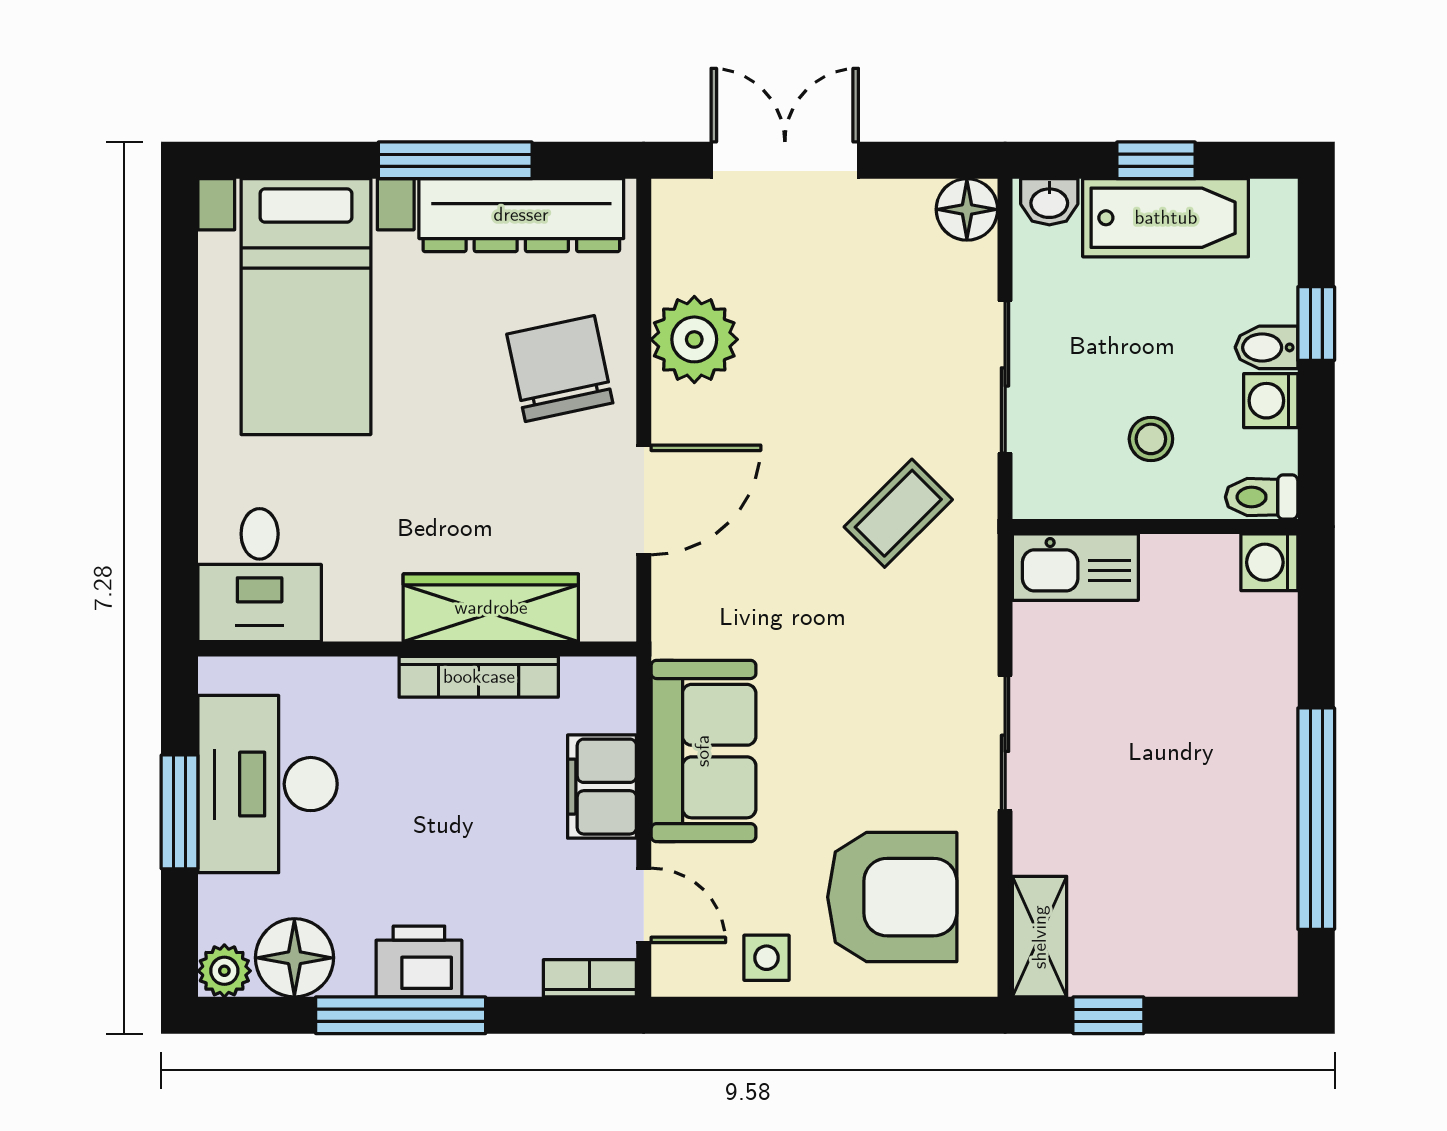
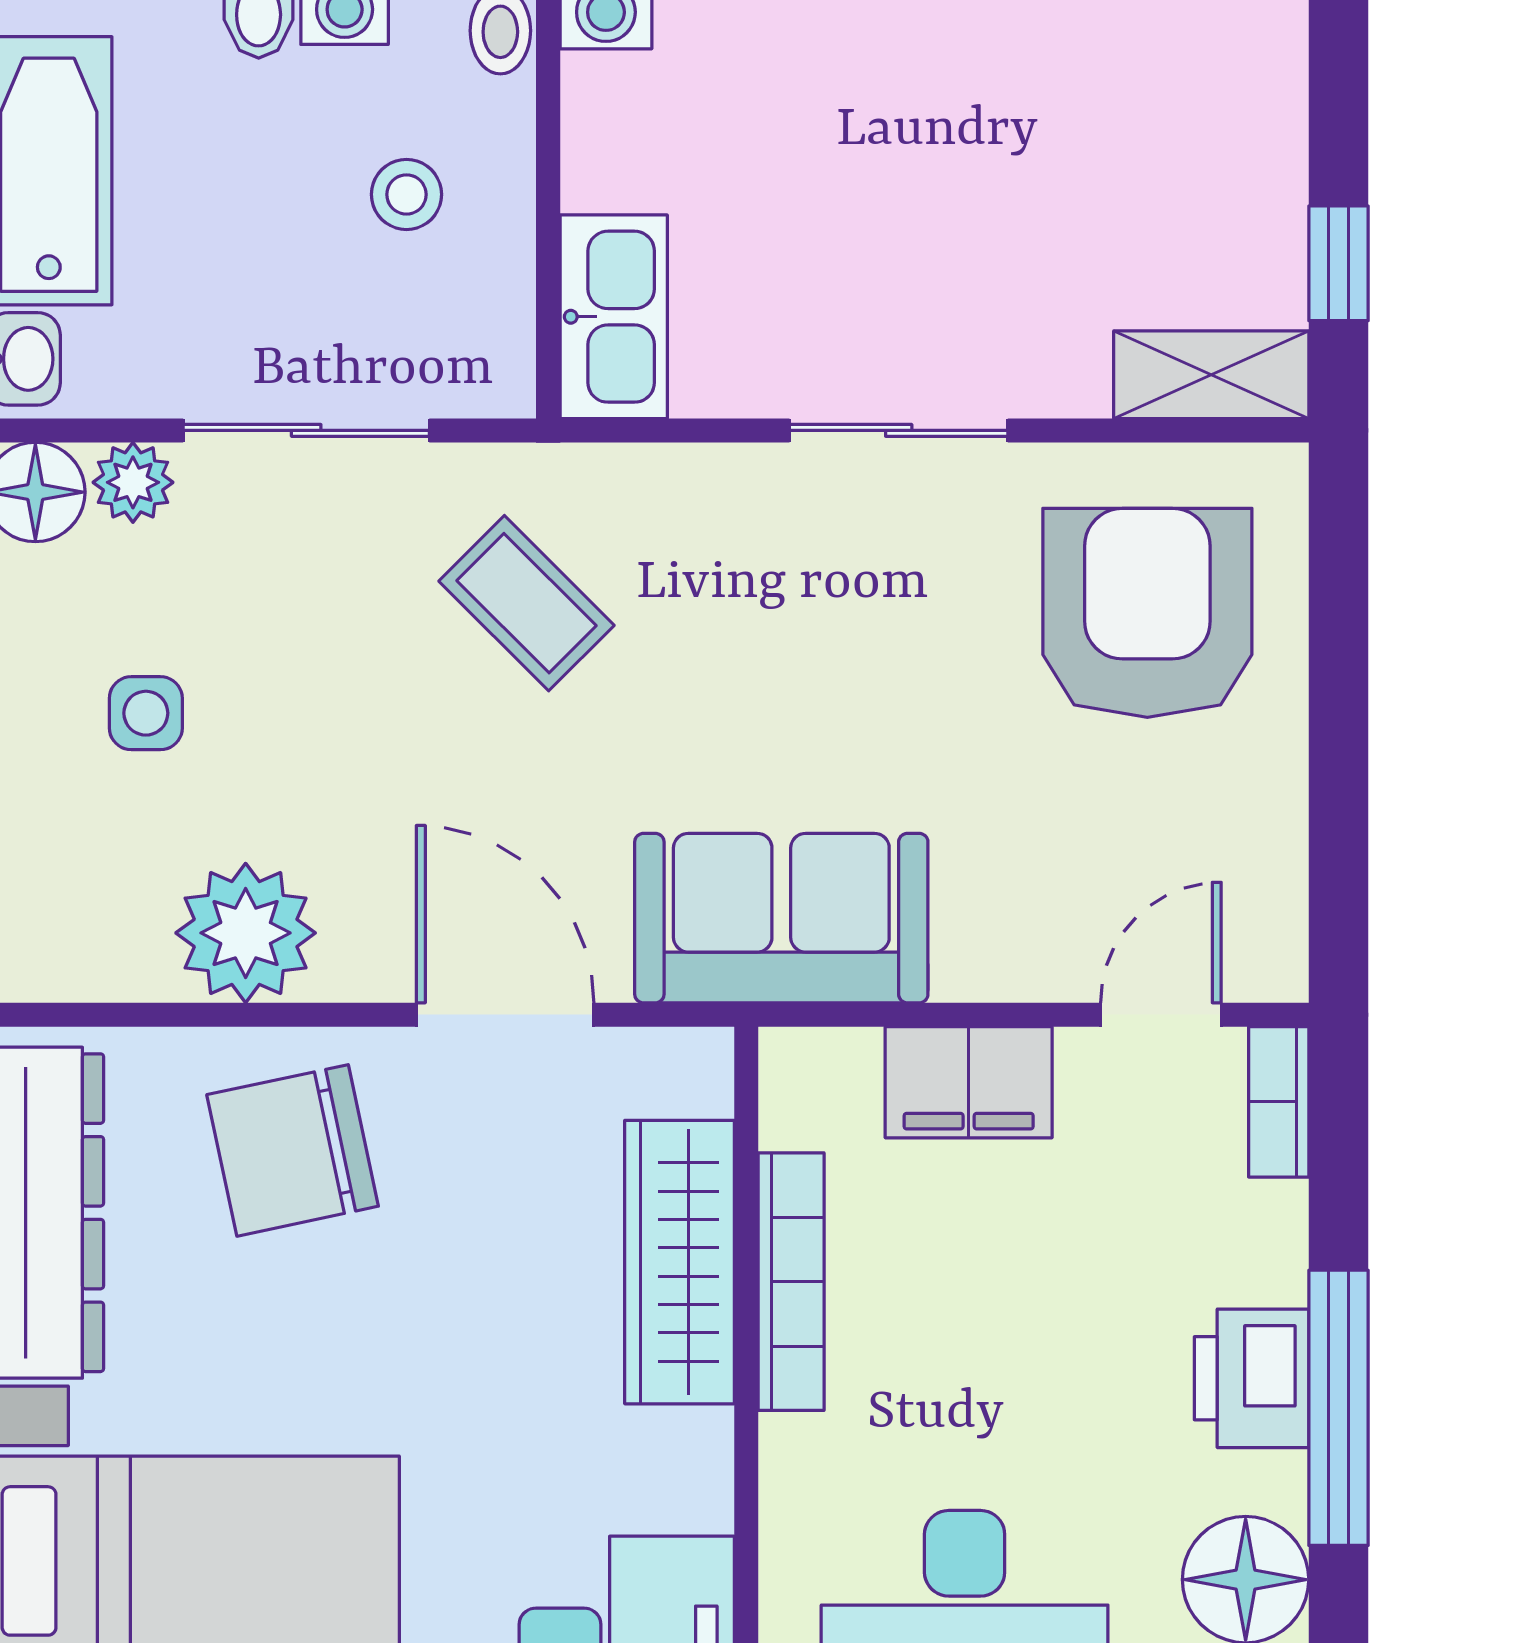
plant: (973, 270) -> (133, 482), added
sofa: (703, 751) -> (781, 918), moved
side table: (766, 958) -> (146, 713), moved

